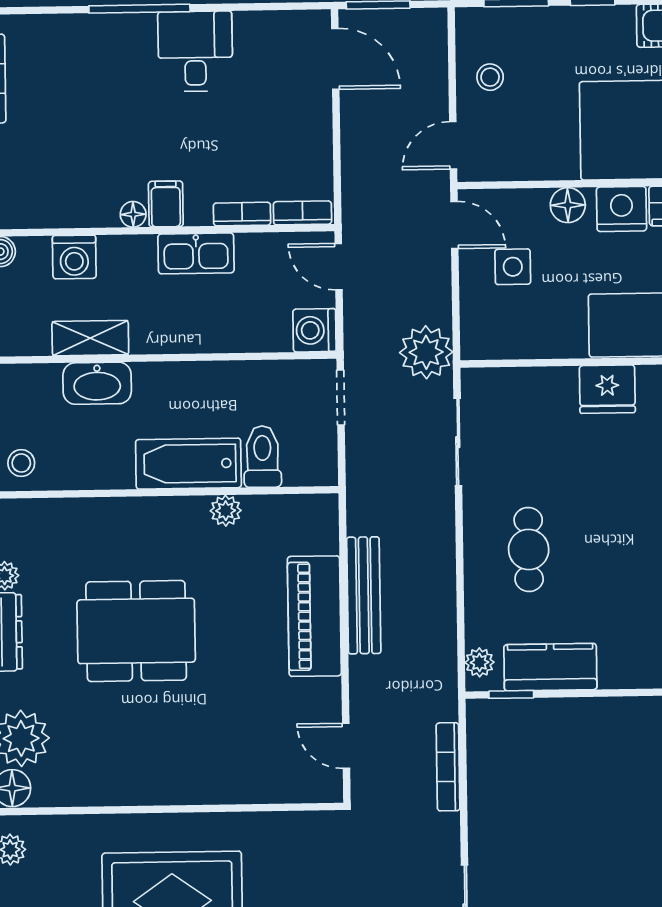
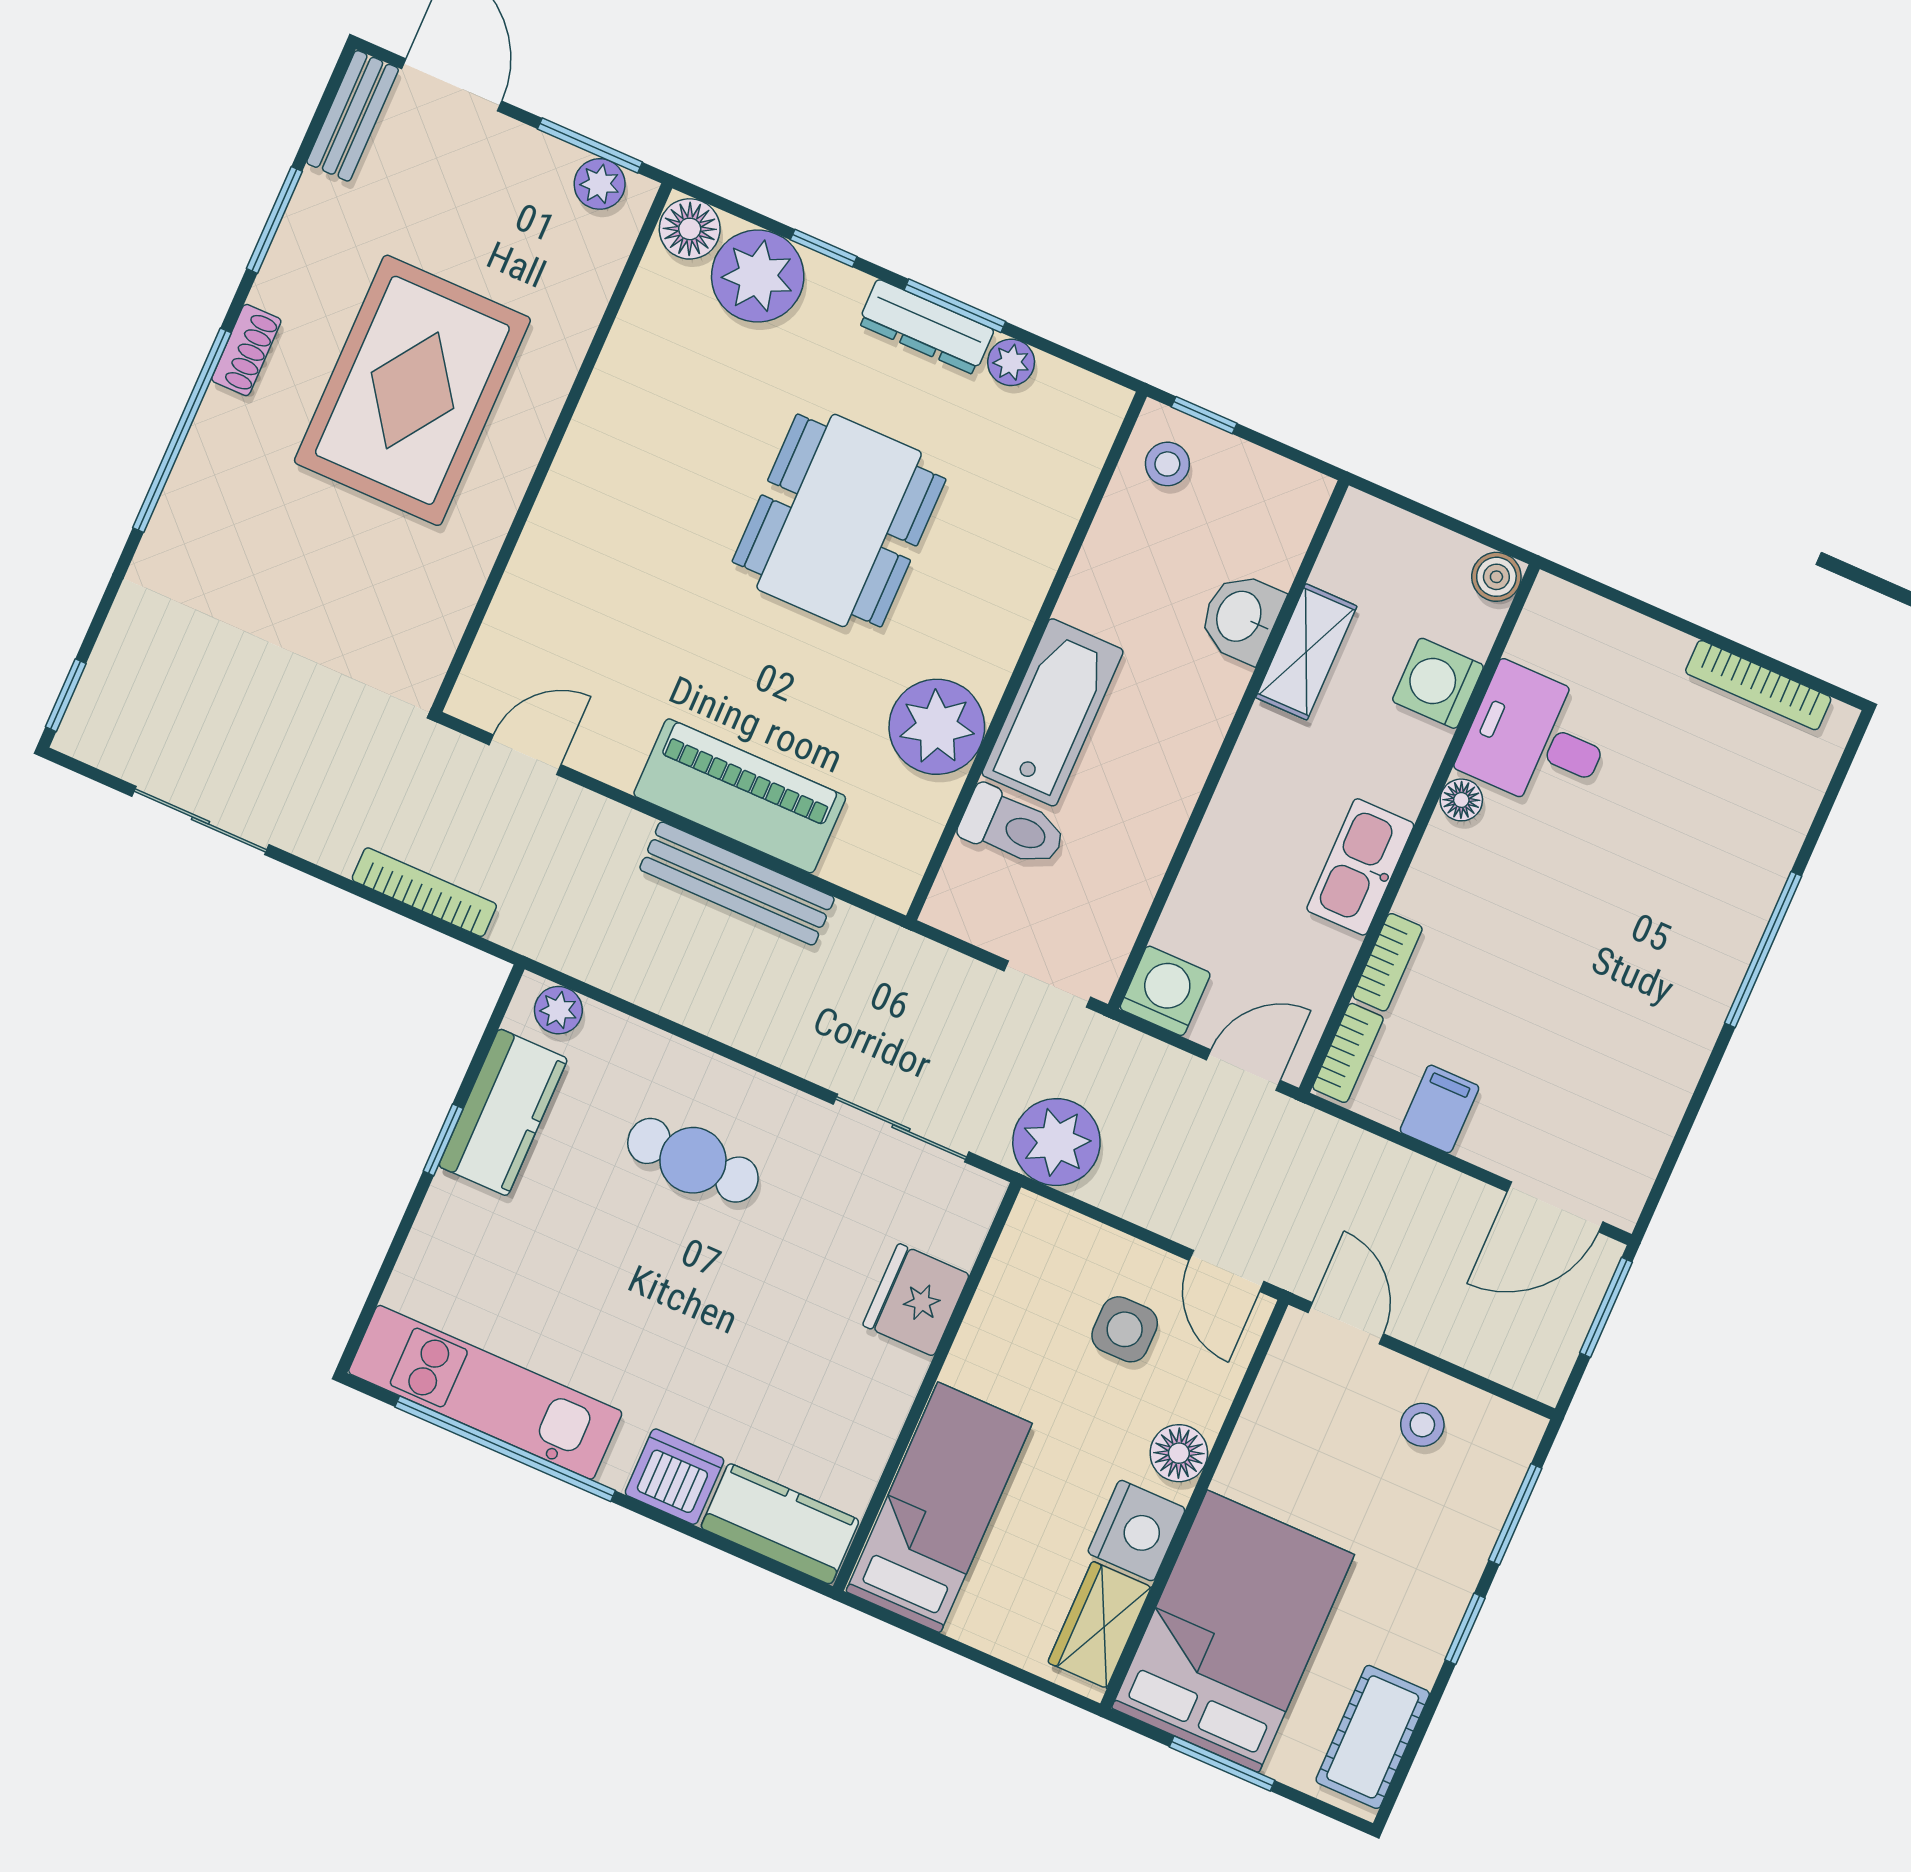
desk: (195, 51) -> (1537, 739), moved, turned 180
filing cabinet: (166, 204) -> (1439, 1109), moved, turned -90
door: (454, 225) -> (1226, 1271), hinge flipped
washbasin: (97, 383) -> (1241, 617), width x0.72
fridge: (607, 389) -> (916, 1300), moved
plant: (226, 511) -> (937, 727), width x1.88, depth x1.88
window: (511, 694) -> (443, 1140), moved

